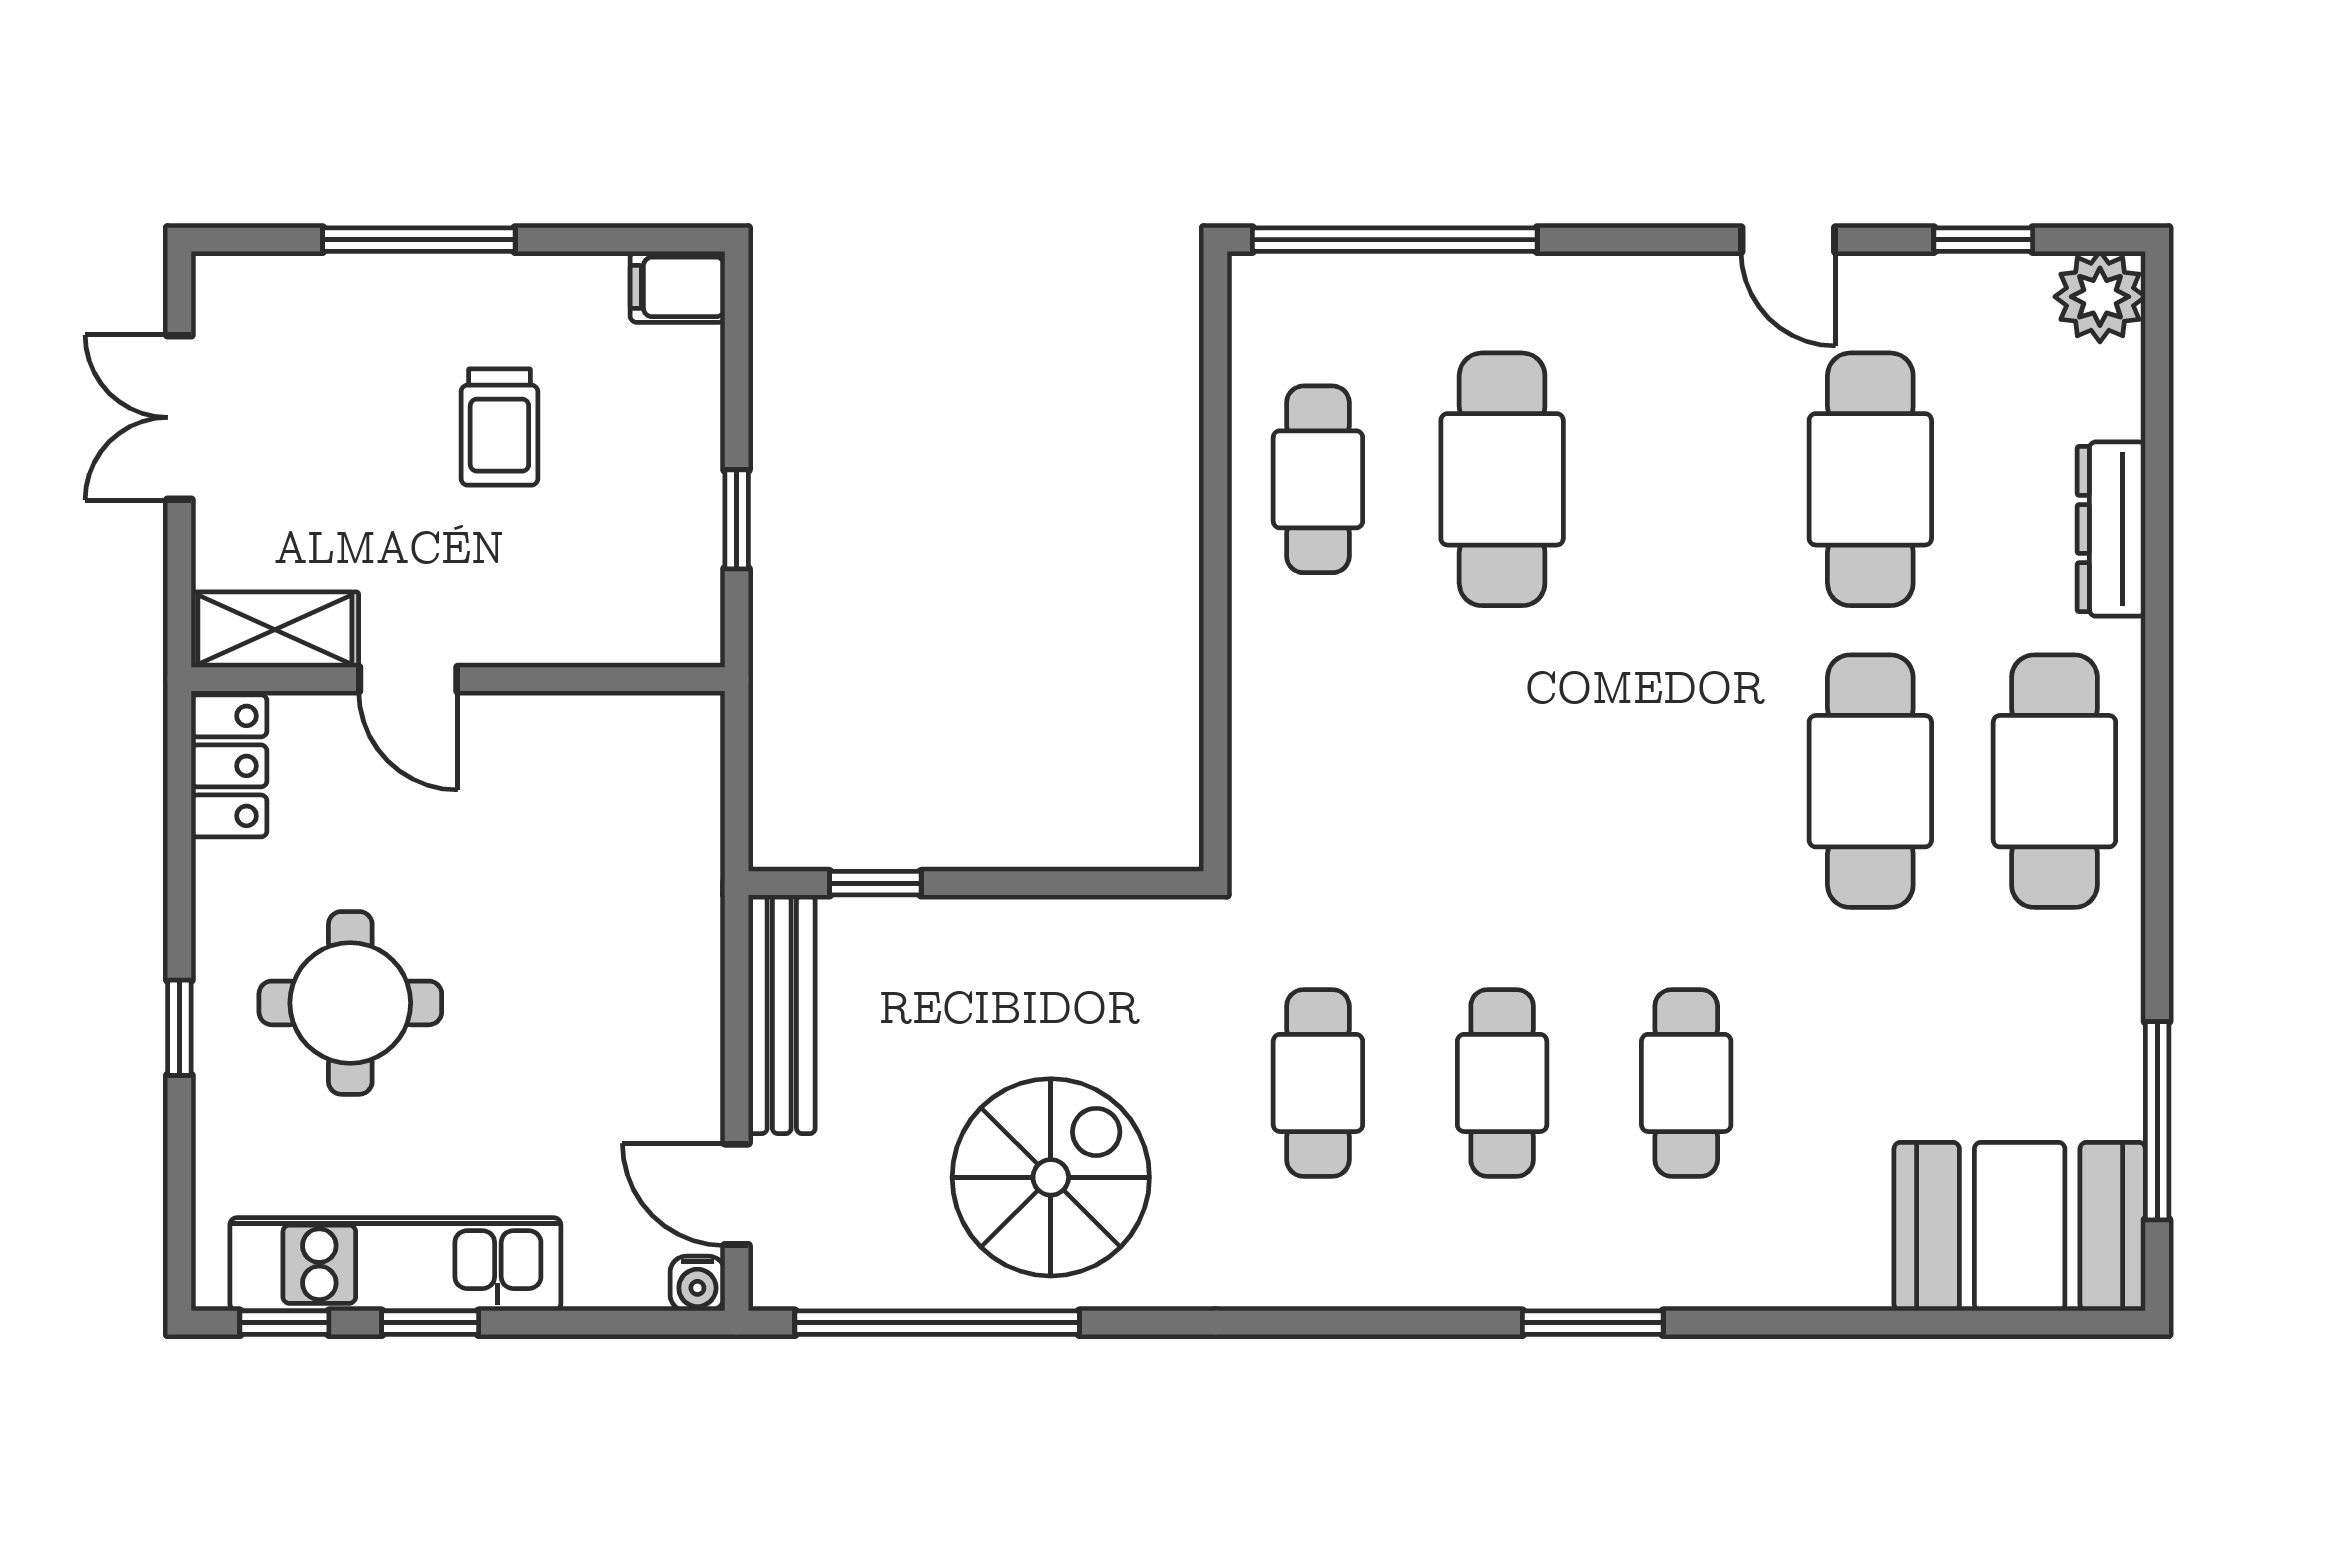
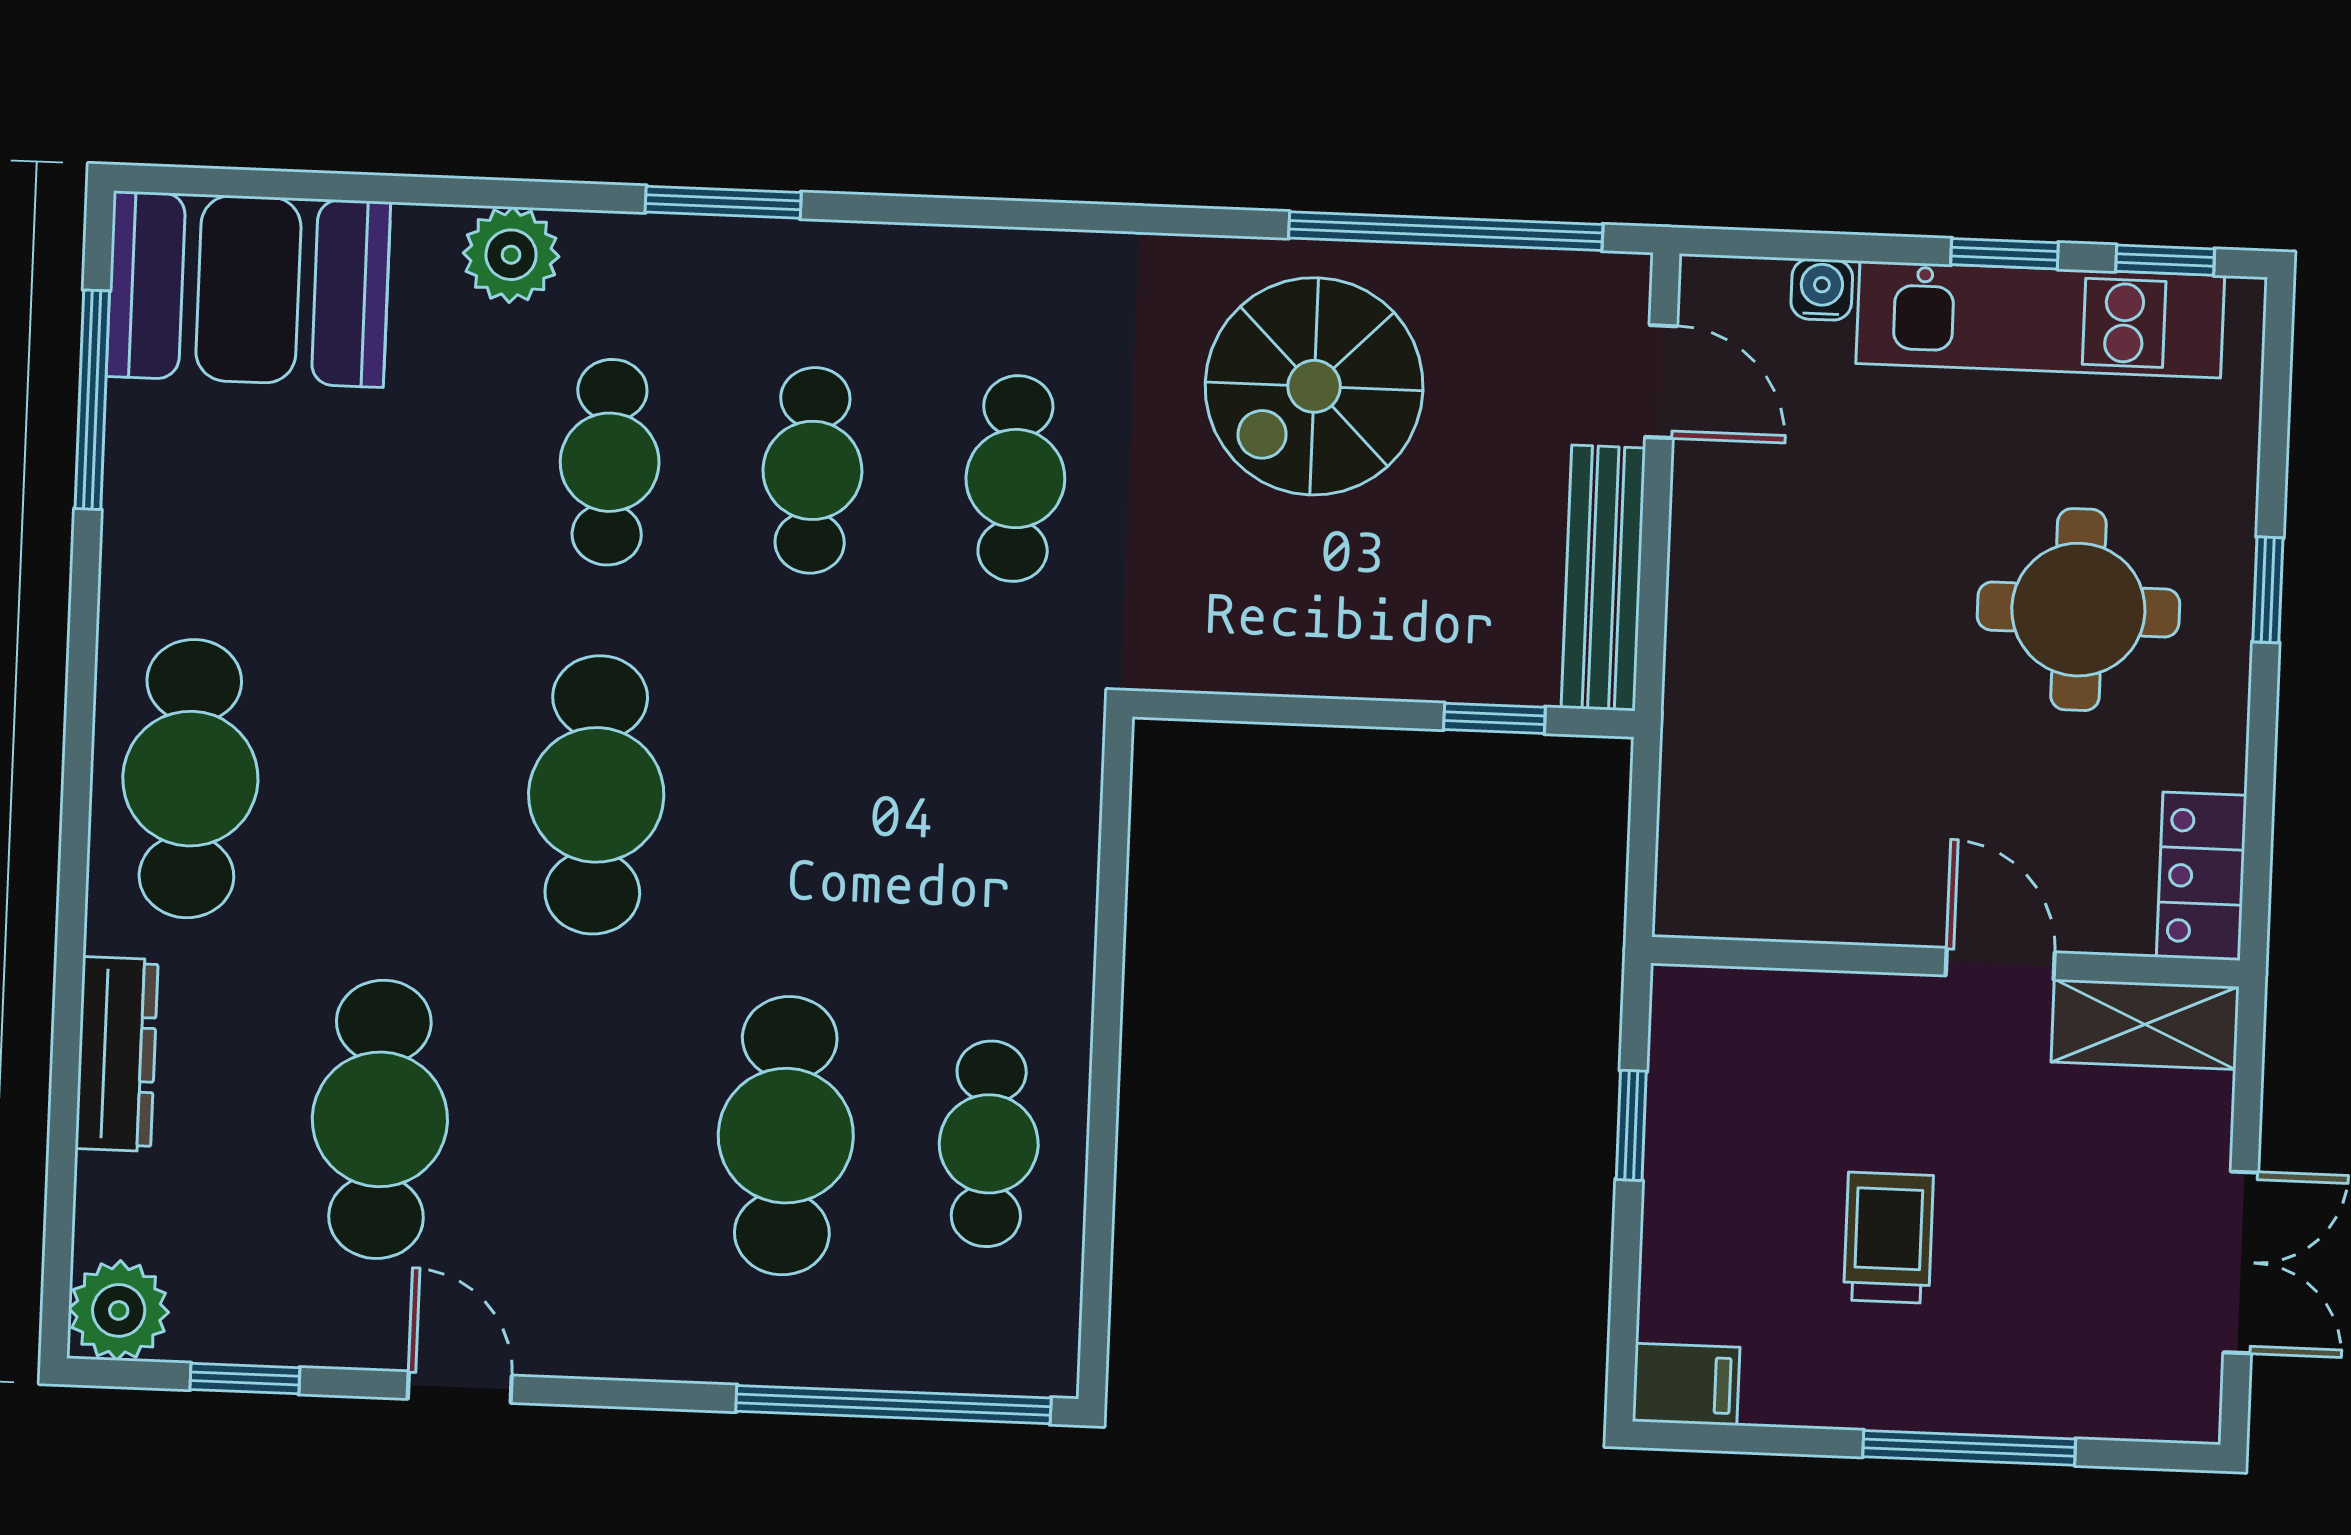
cafe table: (1870, 781) -> (596, 795), moved
plant: (1783, 1267) -> (511, 255), added
water cooler: (697, 1283) -> (1822, 290), moved

